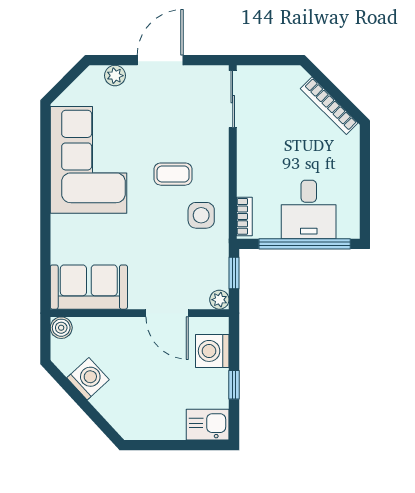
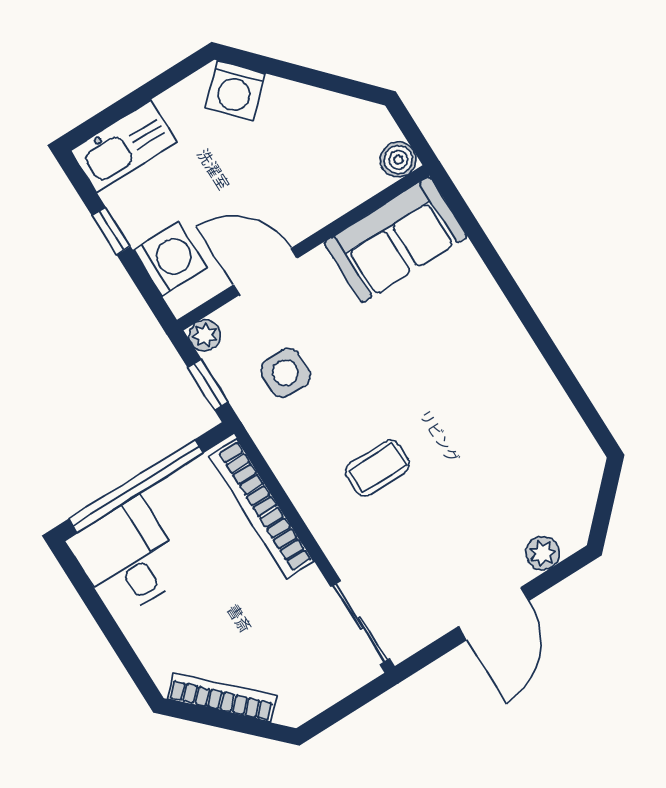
corner sofa: (89, 160) -> (506, 414), removed
desk: (309, 209) -> (127, 558), moved
side table: (201, 215) -> (285, 373), moved
bookcase: (244, 216) -> (262, 509), width x2.31, depth x1.31
washing machine: (88, 379) -> (235, 91), moved
kitchen sink: (208, 425) -> (124, 146), width x1.38

